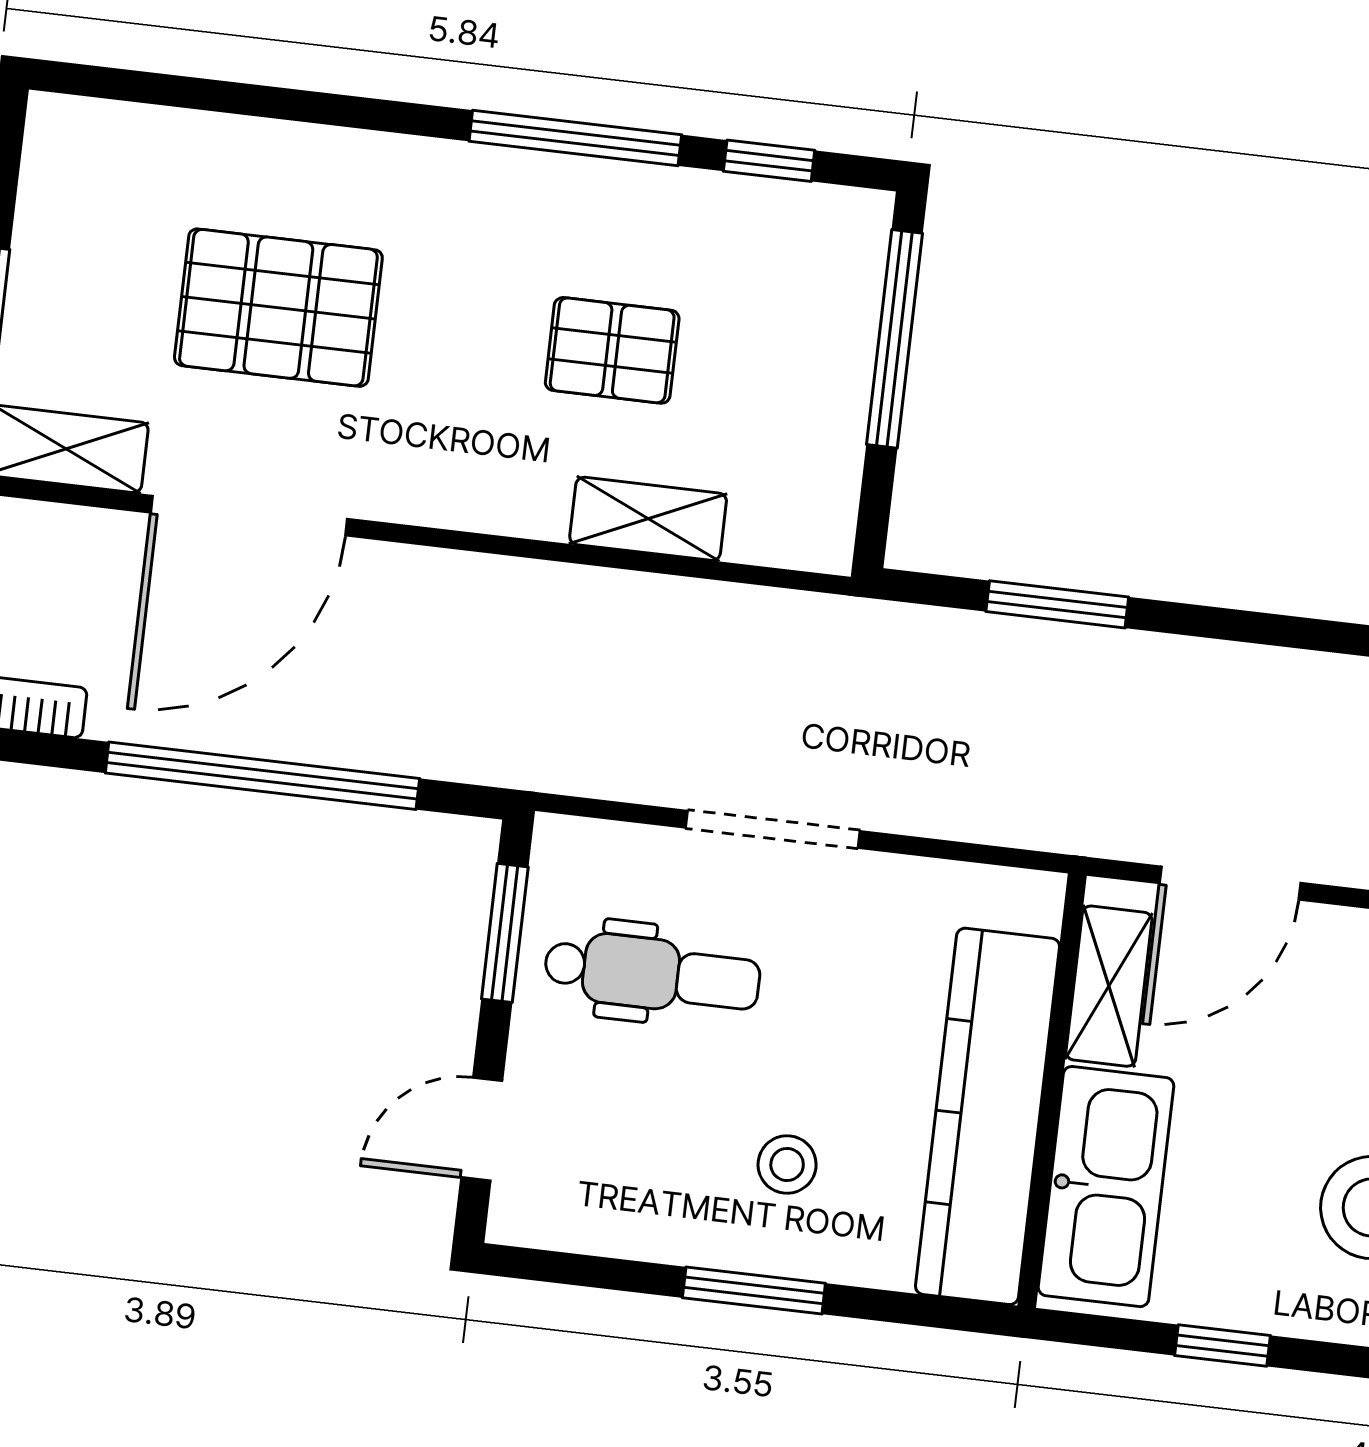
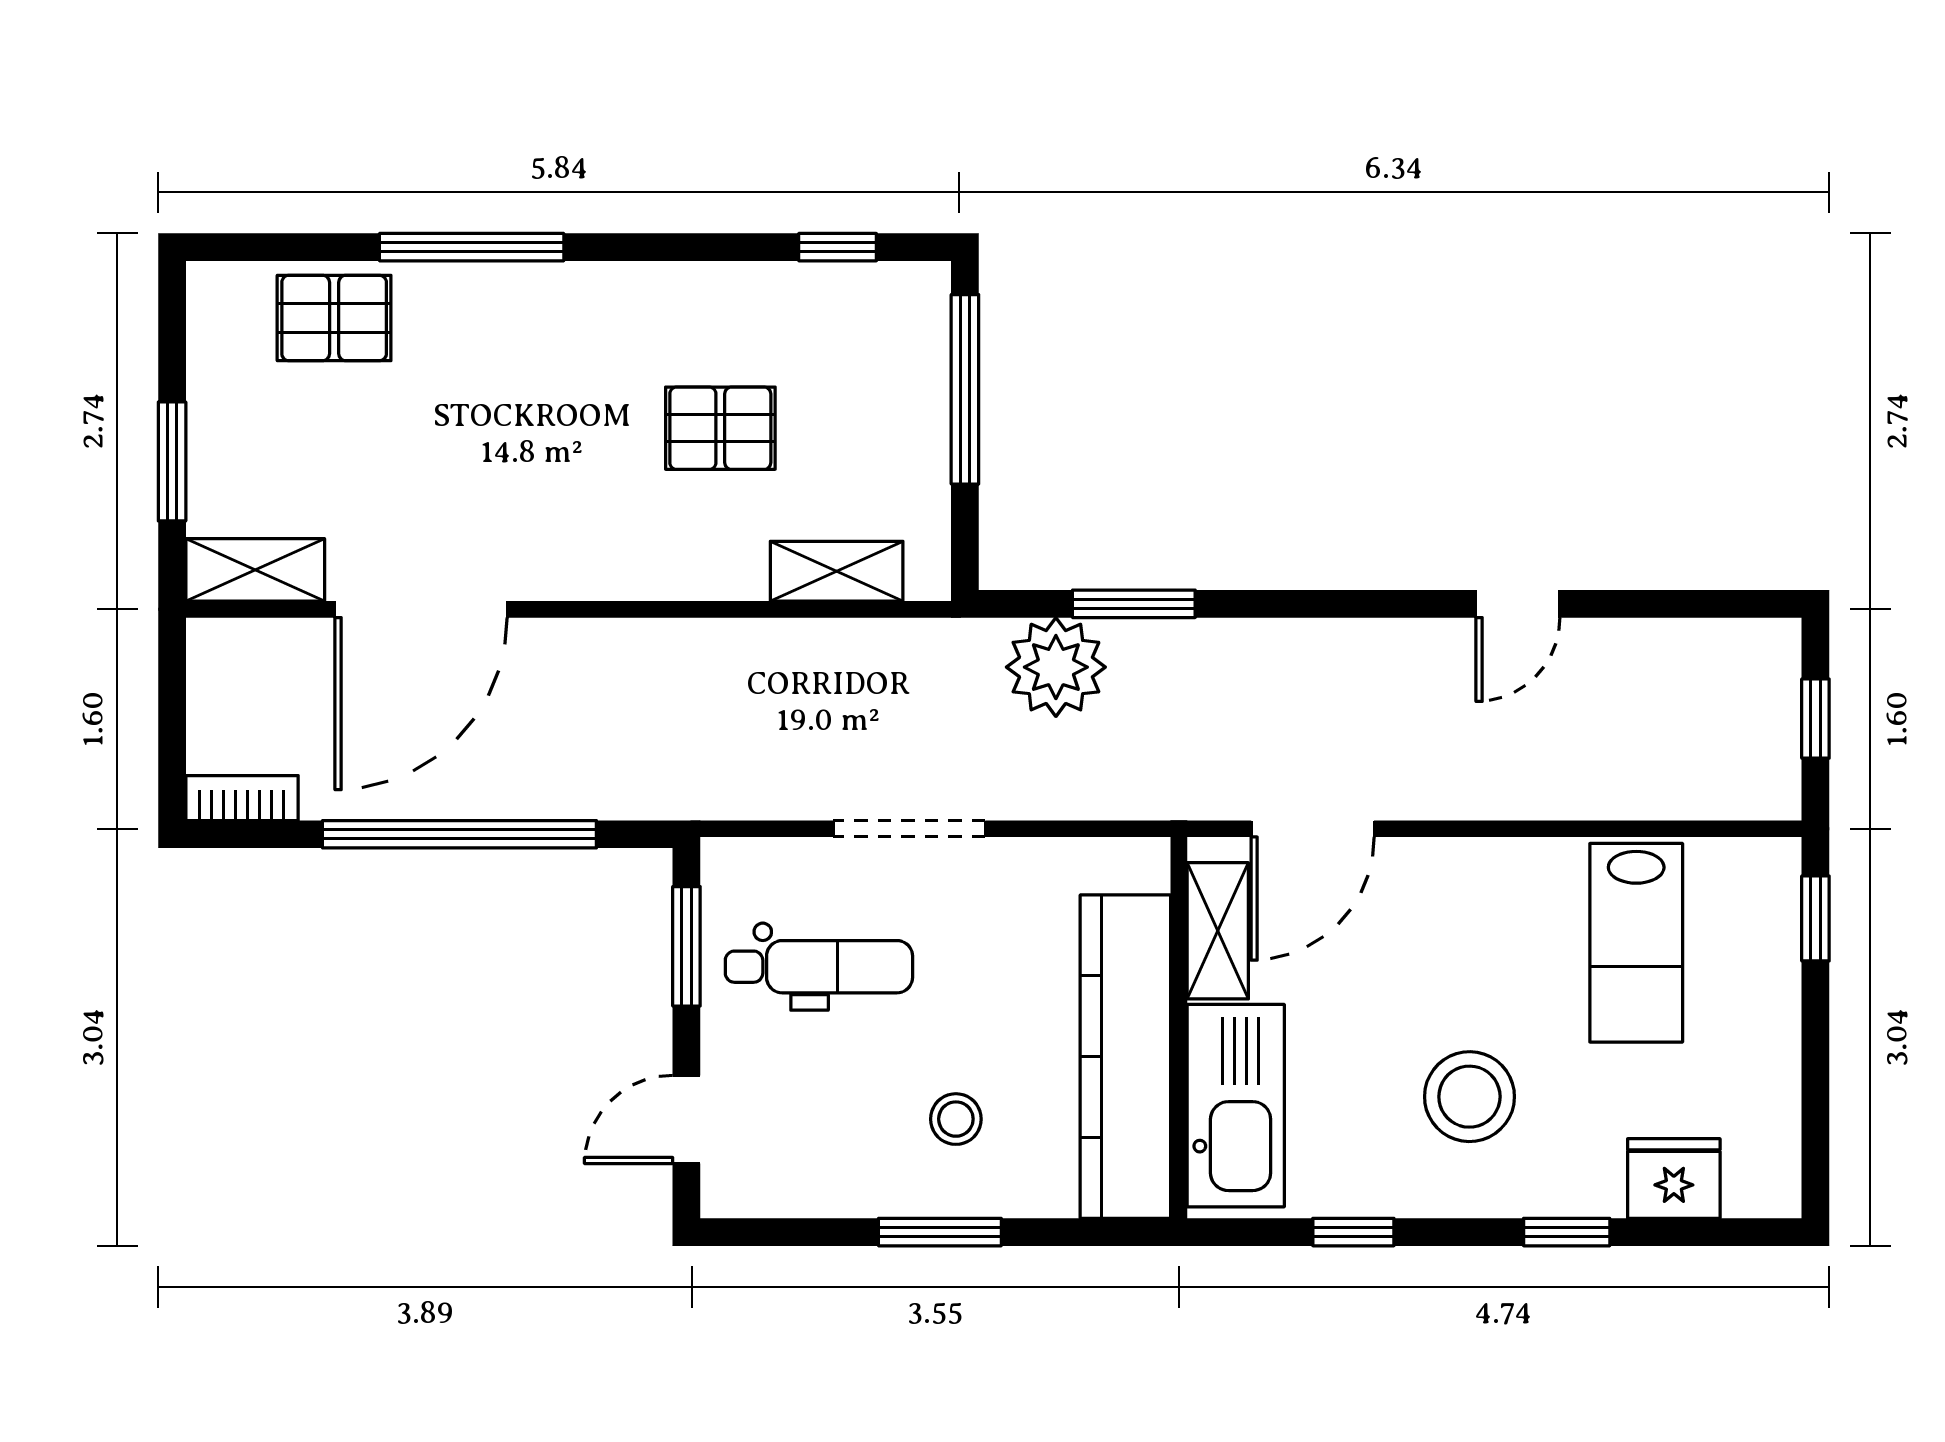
window: (575, 138) -> (472, 247), moved
pallet: (278, 308) -> (334, 318), moved, width x0.67, depth x0.71
shelving: (648, 519) -> (837, 571), moved
plant: (961, 666) -> (1056, 667), added

